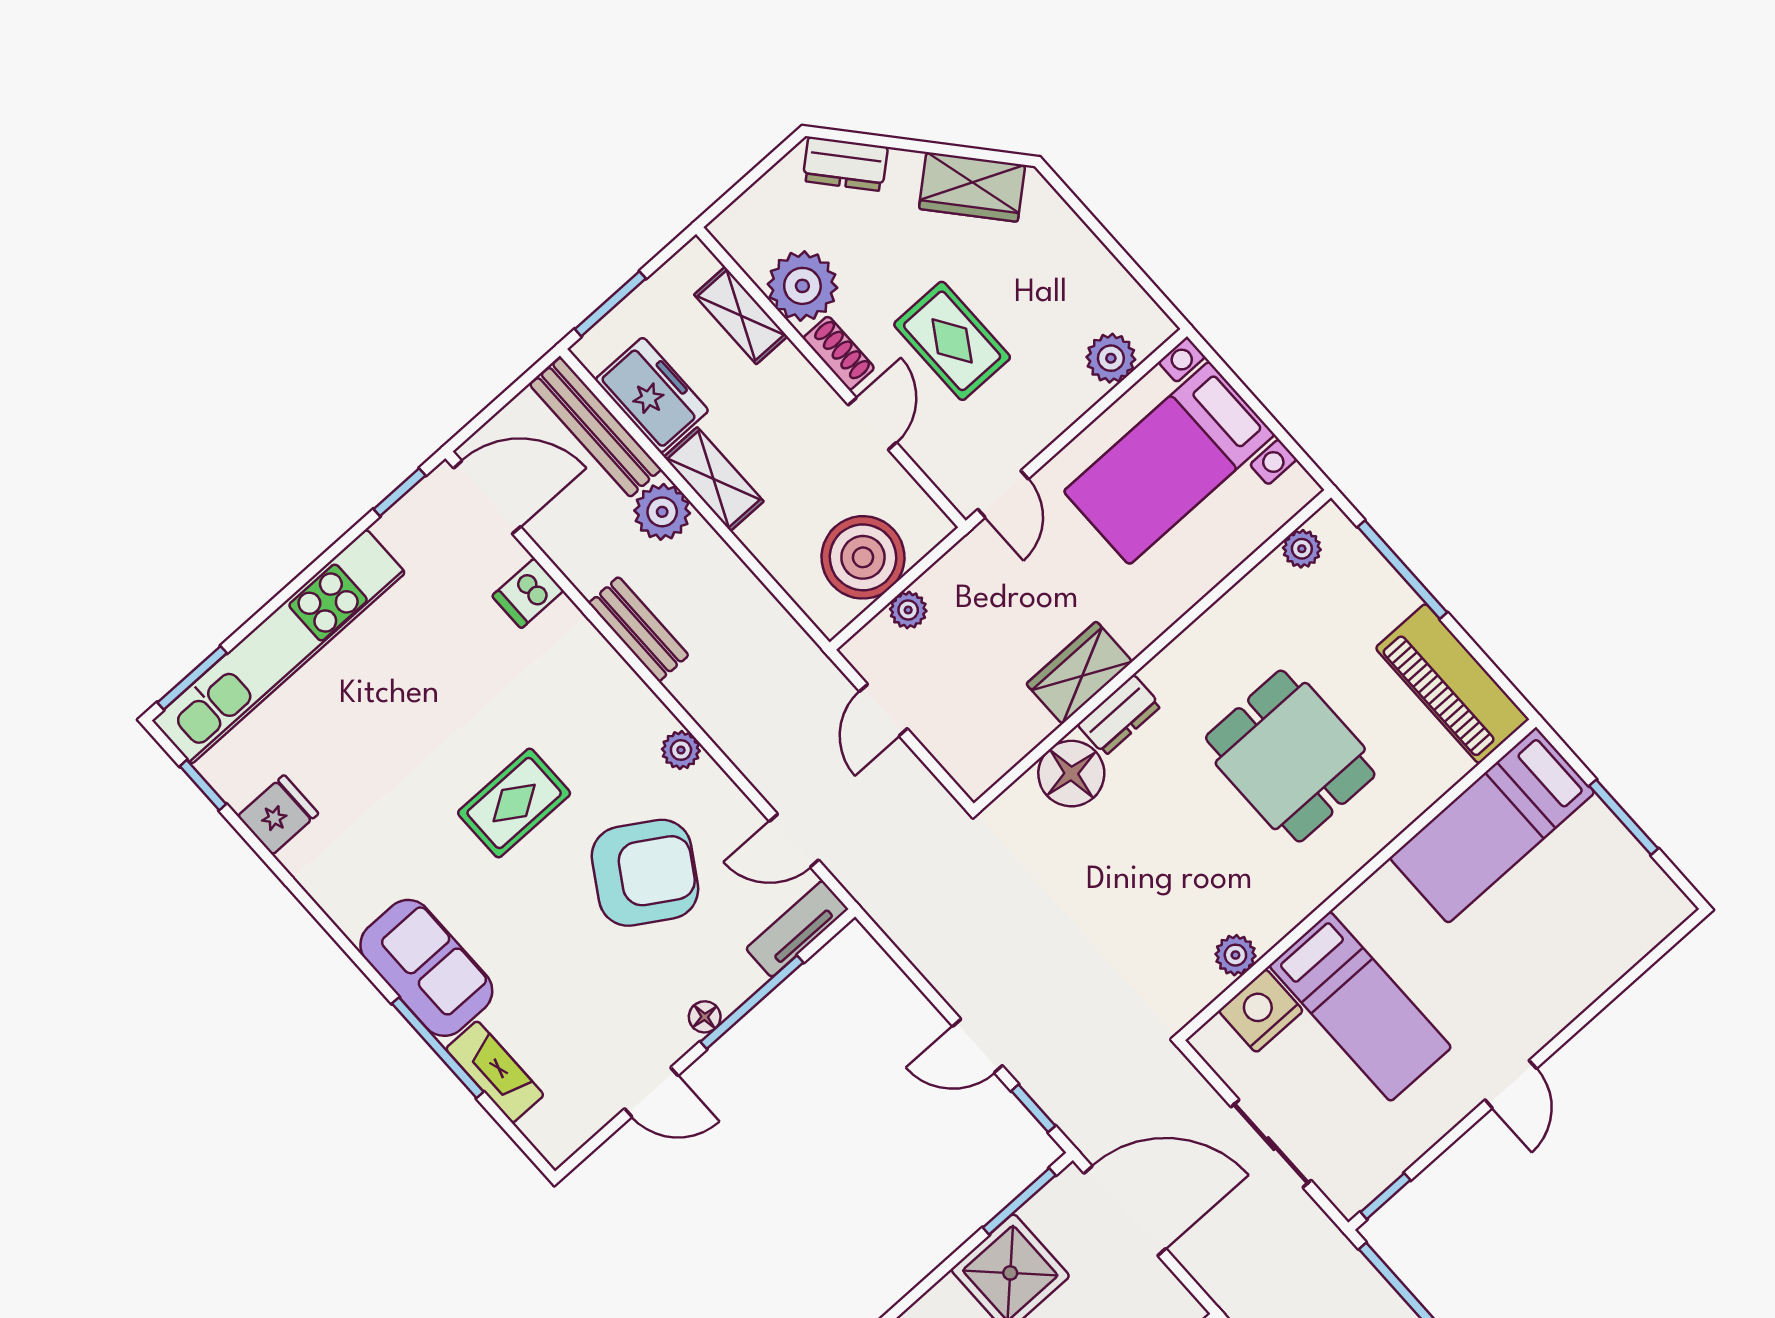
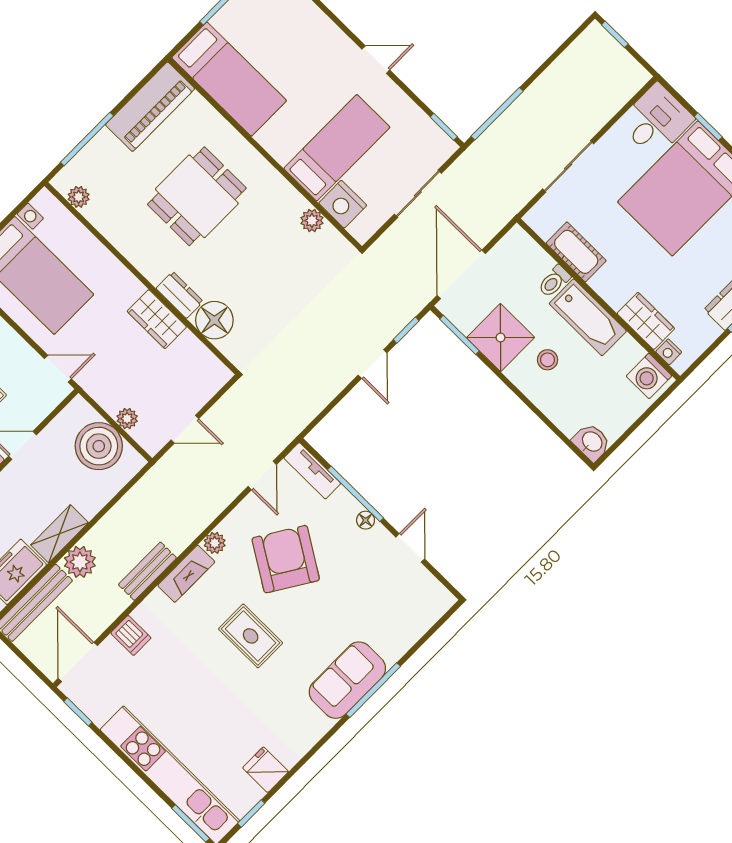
window: (438, 1048) -> (373, 690), moved
fireplace: (495, 1072) -> (186, 574), moved, turned 180

